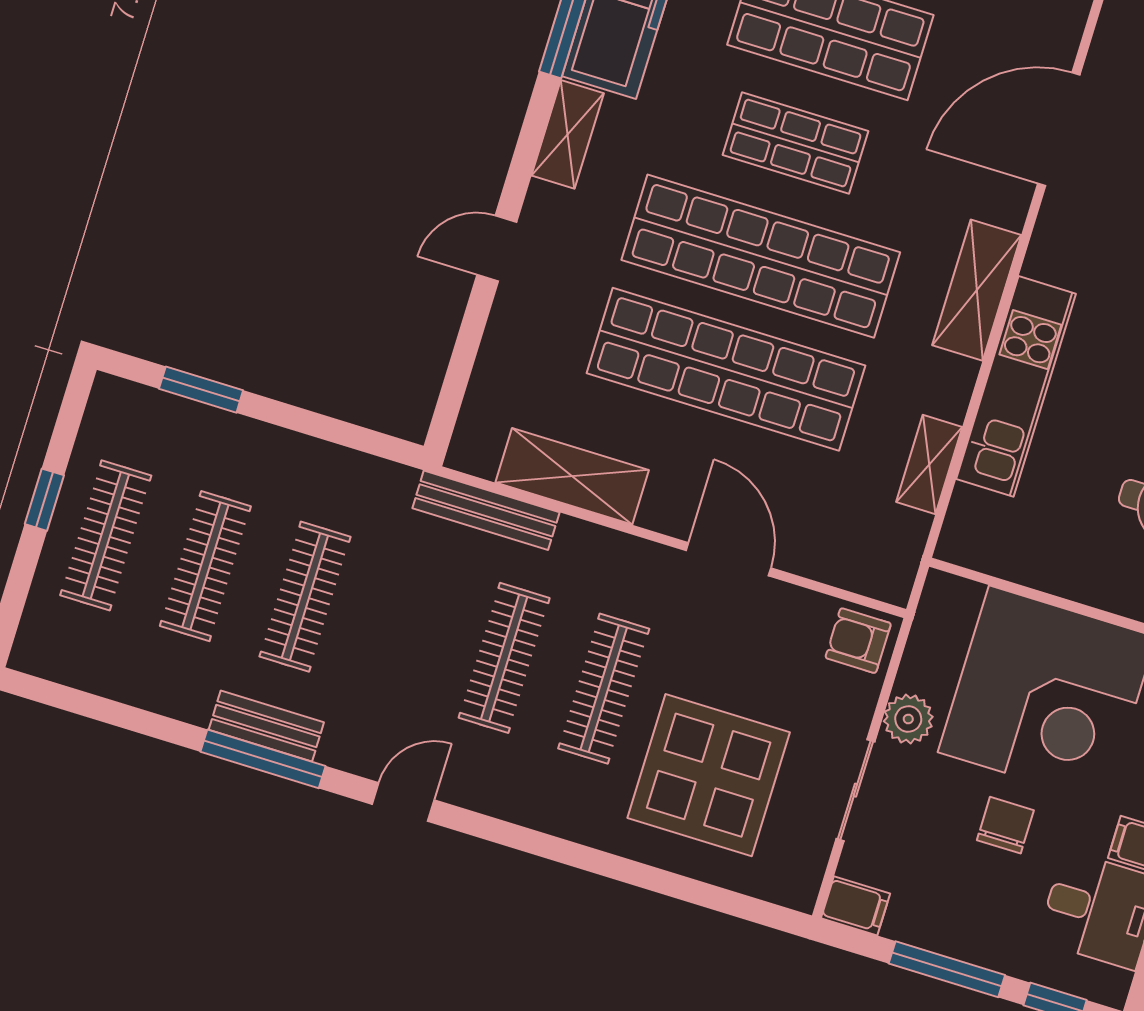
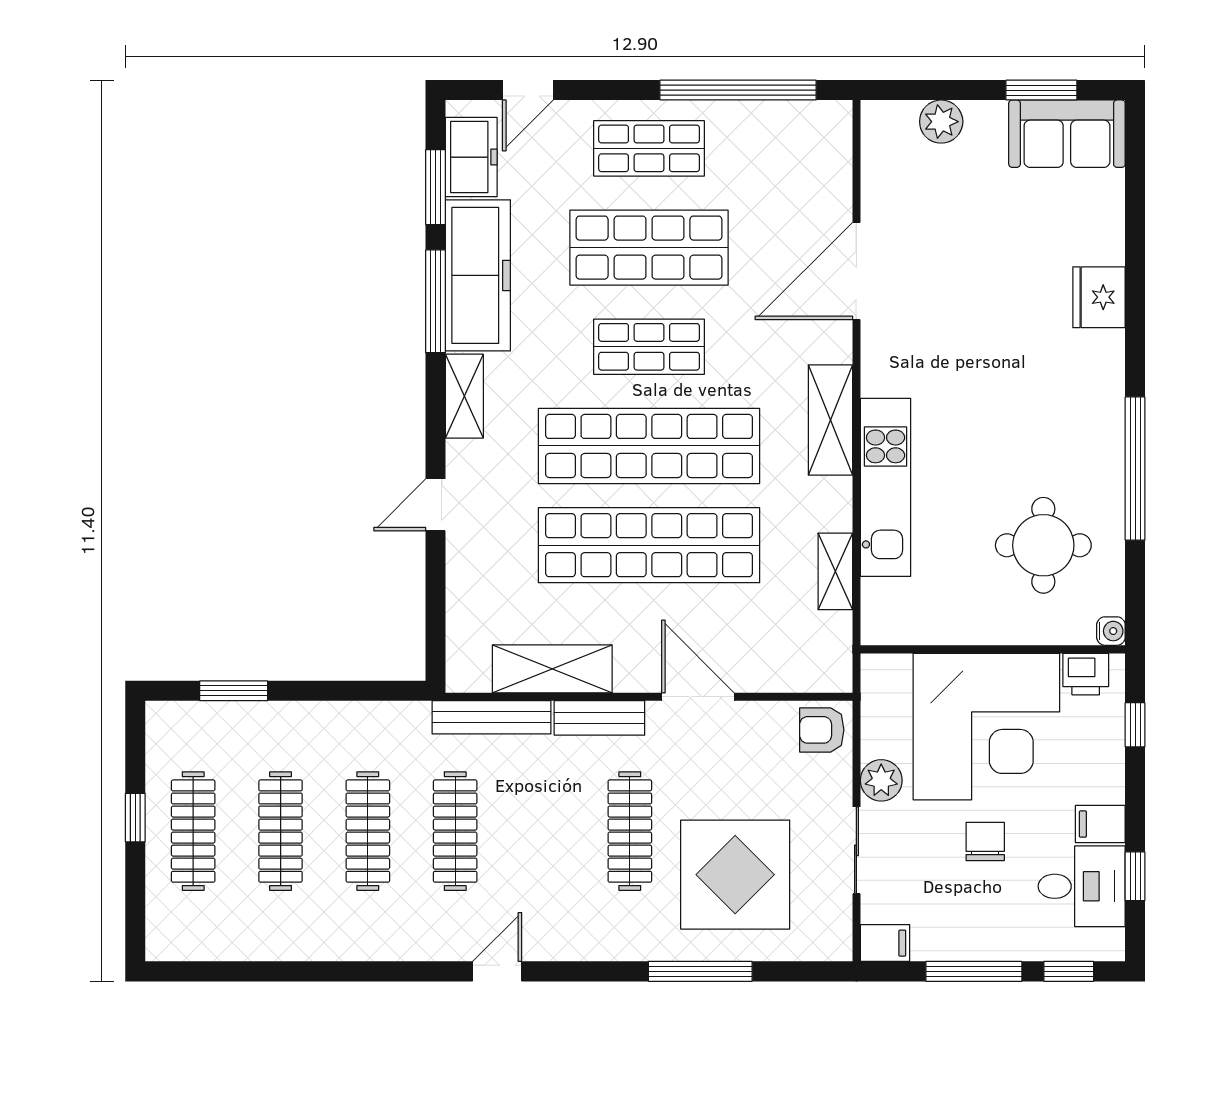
clothes rail: (504, 658) -> (455, 831), moved
bench: (266, 726) -> (599, 718), moved
window: (263, 759) -> (700, 971), moved

